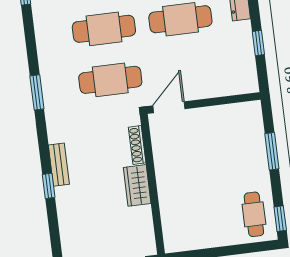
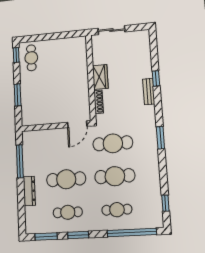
window: (258, 43) -> (20, 161), width x2.17

